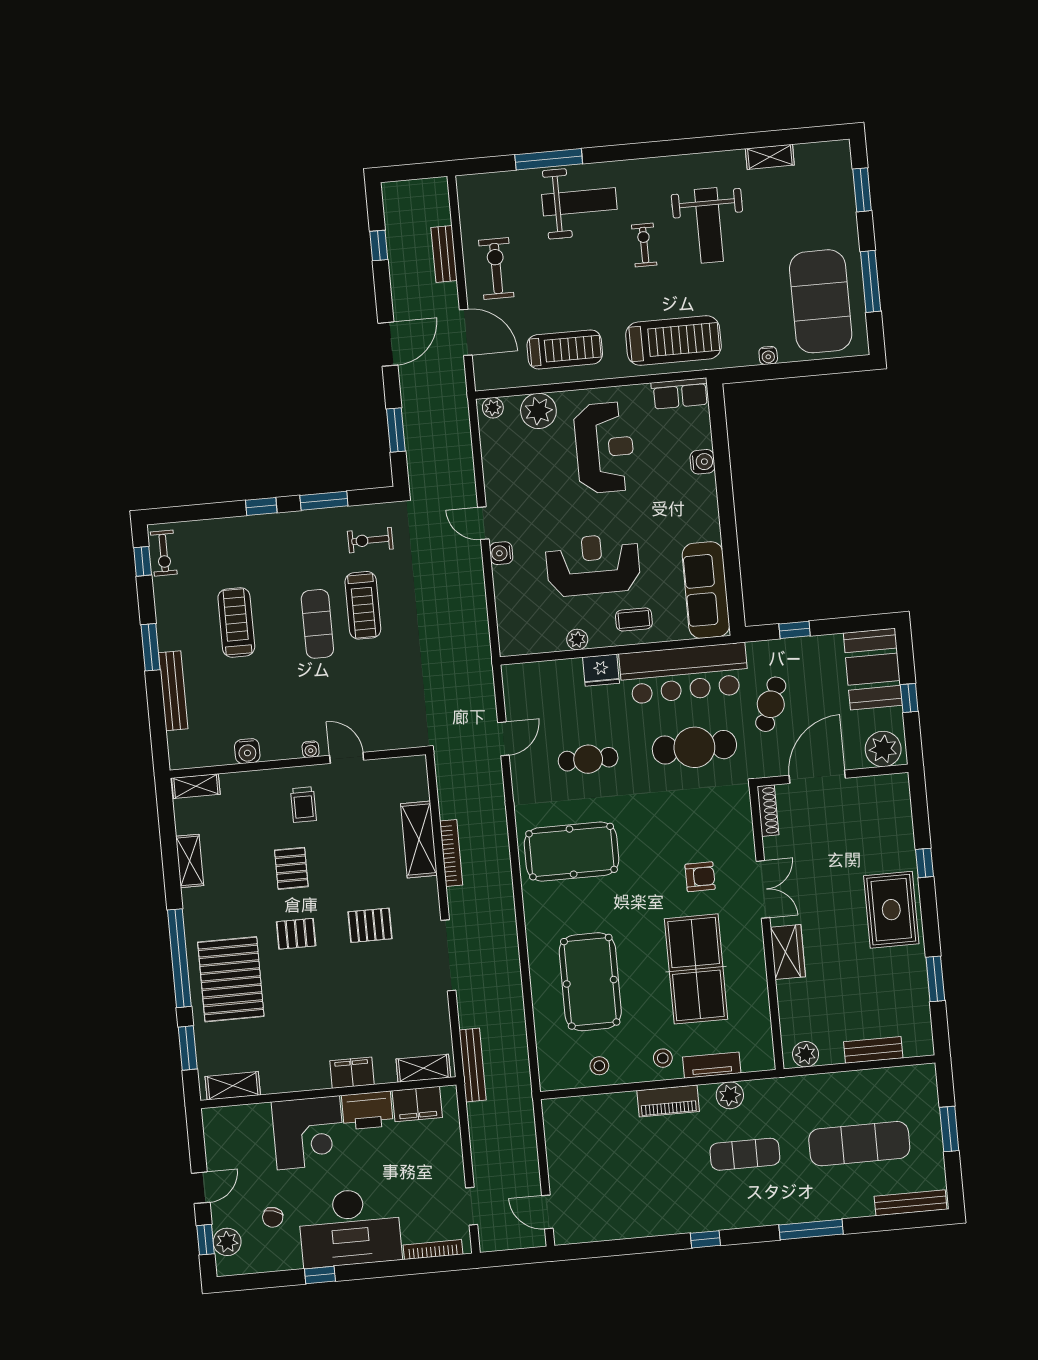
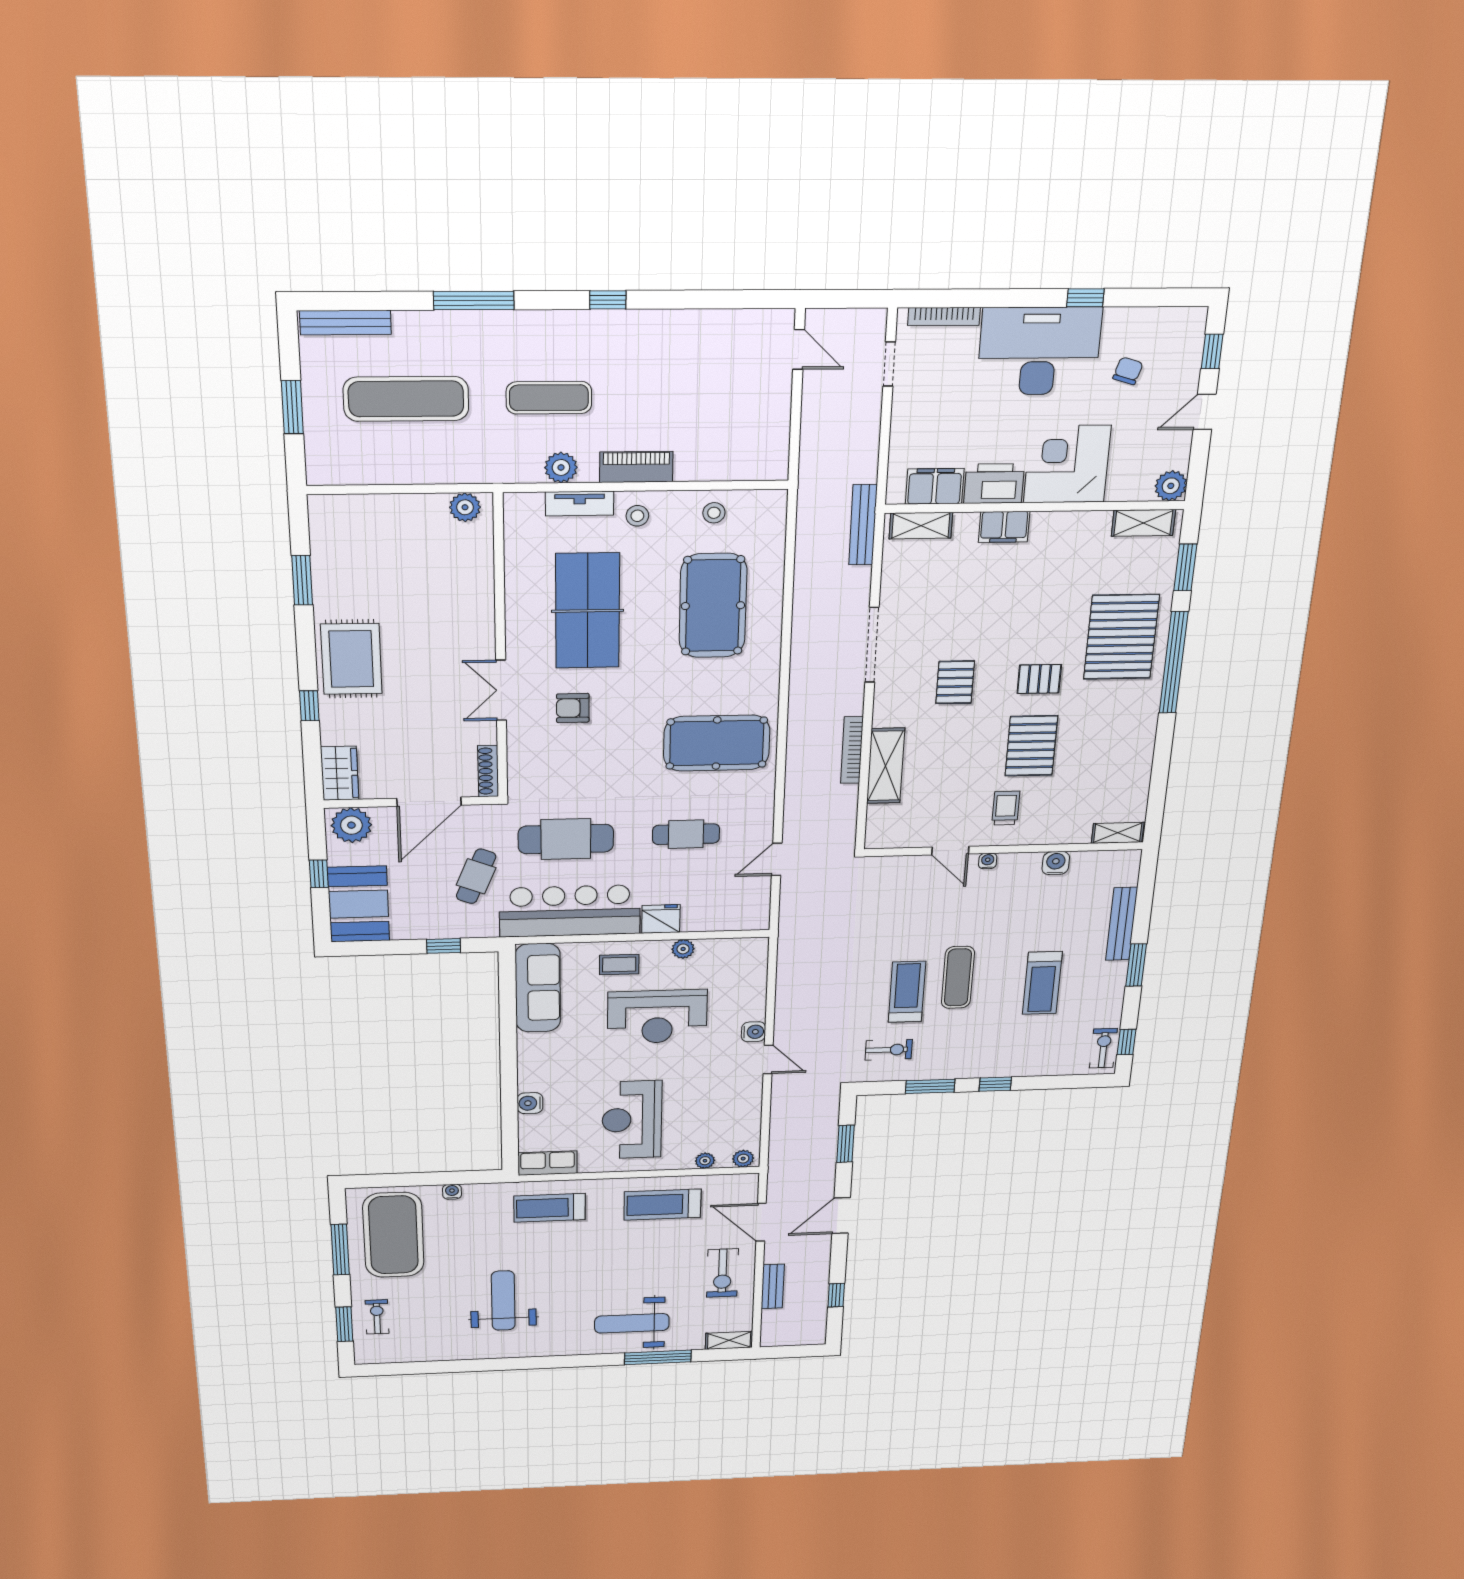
shelving: (770, 157) -> (729, 1340), moved
exercise bike: (644, 245) -> (377, 1317), moved, turned 180
treadmill: (673, 341) -> (550, 1208), width x0.73, depth x0.73
plant: (538, 411) -> (705, 1161), width x0.53, depth x0.53
shelving: (190, 861) -> (1141, 760), removed
pallet: (291, 868) -> (1031, 746), width x1.50, depth x1.42
pallet: (370, 925) -> (955, 682), turned 90
wardrobe: (788, 952) -> (340, 773), moved, turned 180
bench: (873, 1050) -> (382, 506), removed
plant: (227, 1242) -> (1171, 486), moved

